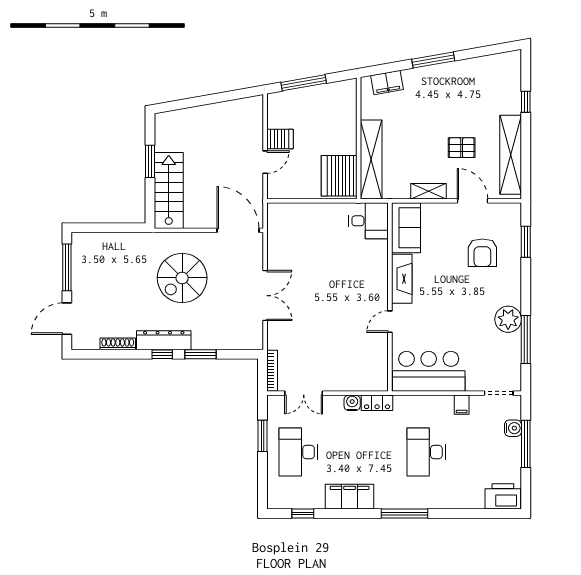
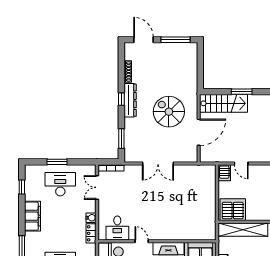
server rack: (280, 139) -> (224, 173), moved
desk: (369, 221) -> (117, 228), moved
door: (238, 230) -> (199, 132), moved
window: (201, 354) -> (121, 138), moved
window: (263, 436) -> (57, 162), moved

